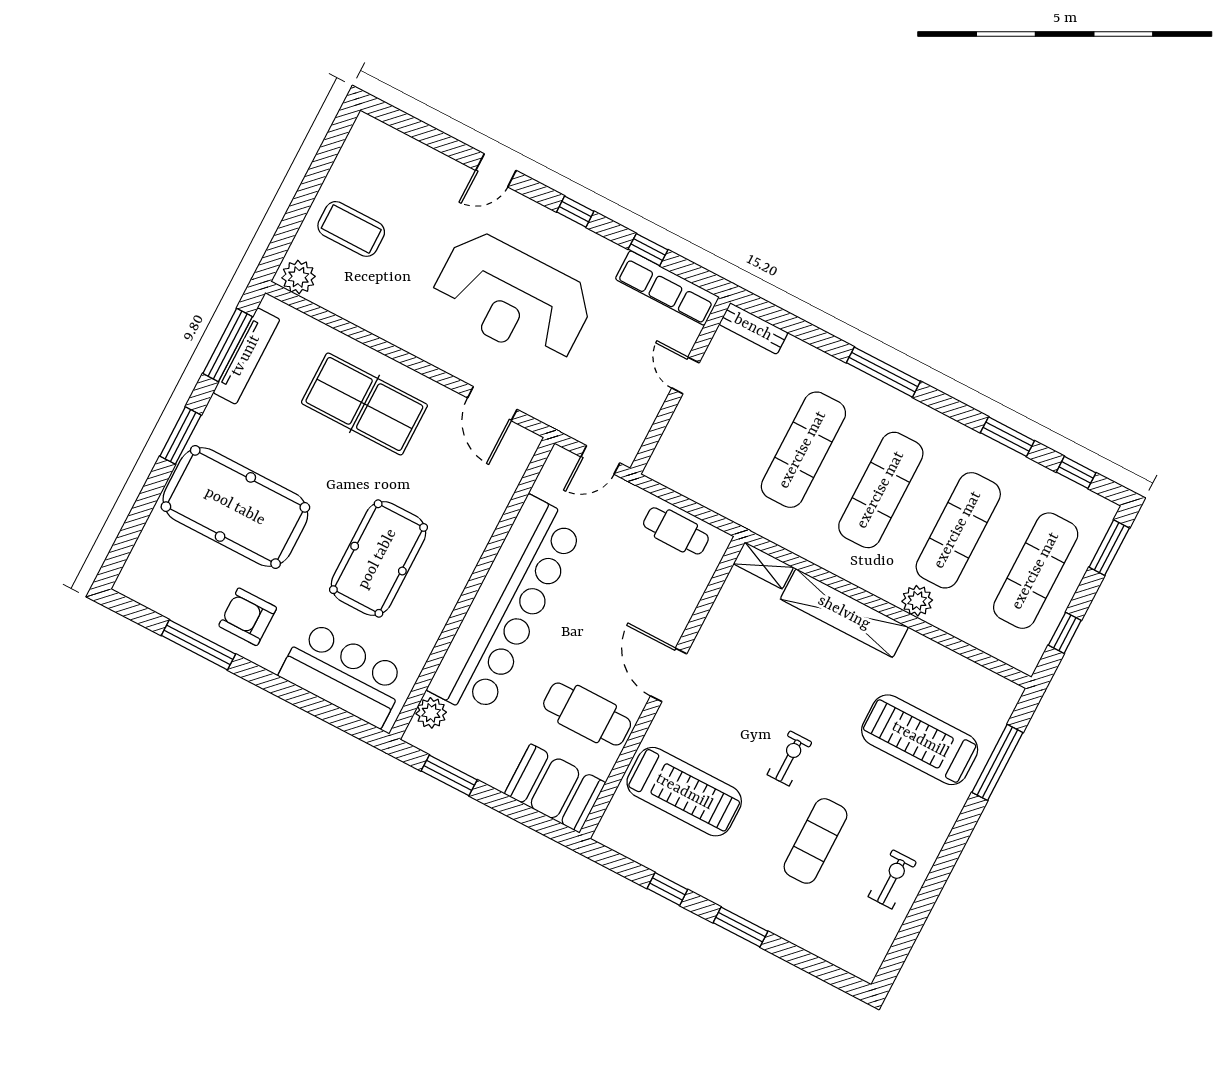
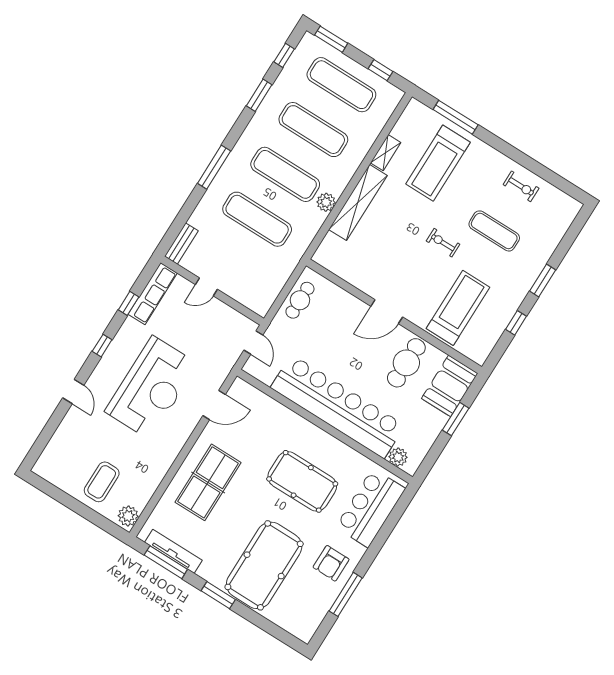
shelving: (763, 566) -> (386, 153), moved
plant: (917, 601) -> (326, 202), moved
window: (449, 775) -> (456, 419), moved
exercise bike: (892, 879) -> (521, 186), turned 180

